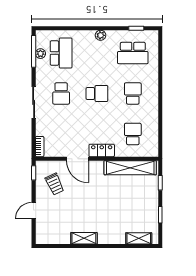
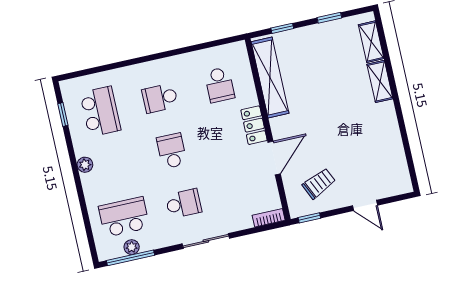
school desk: (133, 134) -> (220, 85), turned -90
shelving: (84, 238) -> (380, 81), moved

